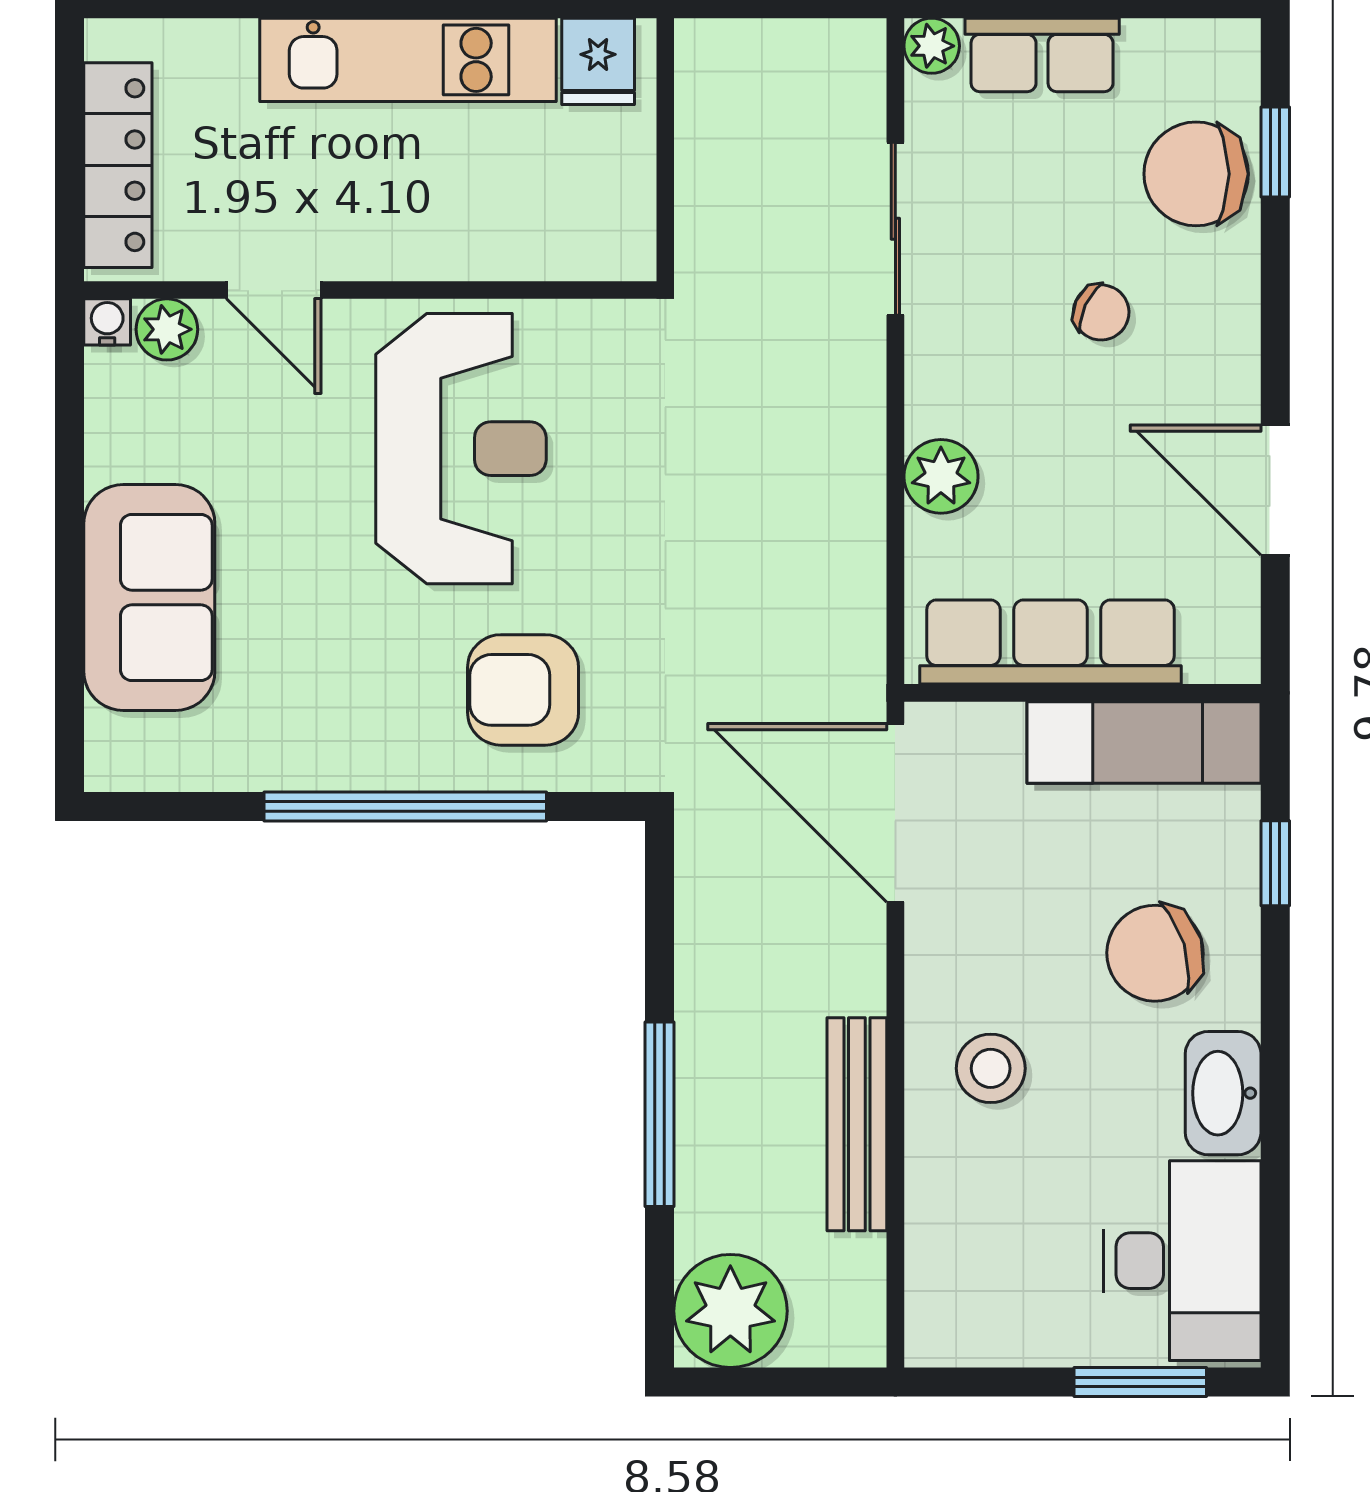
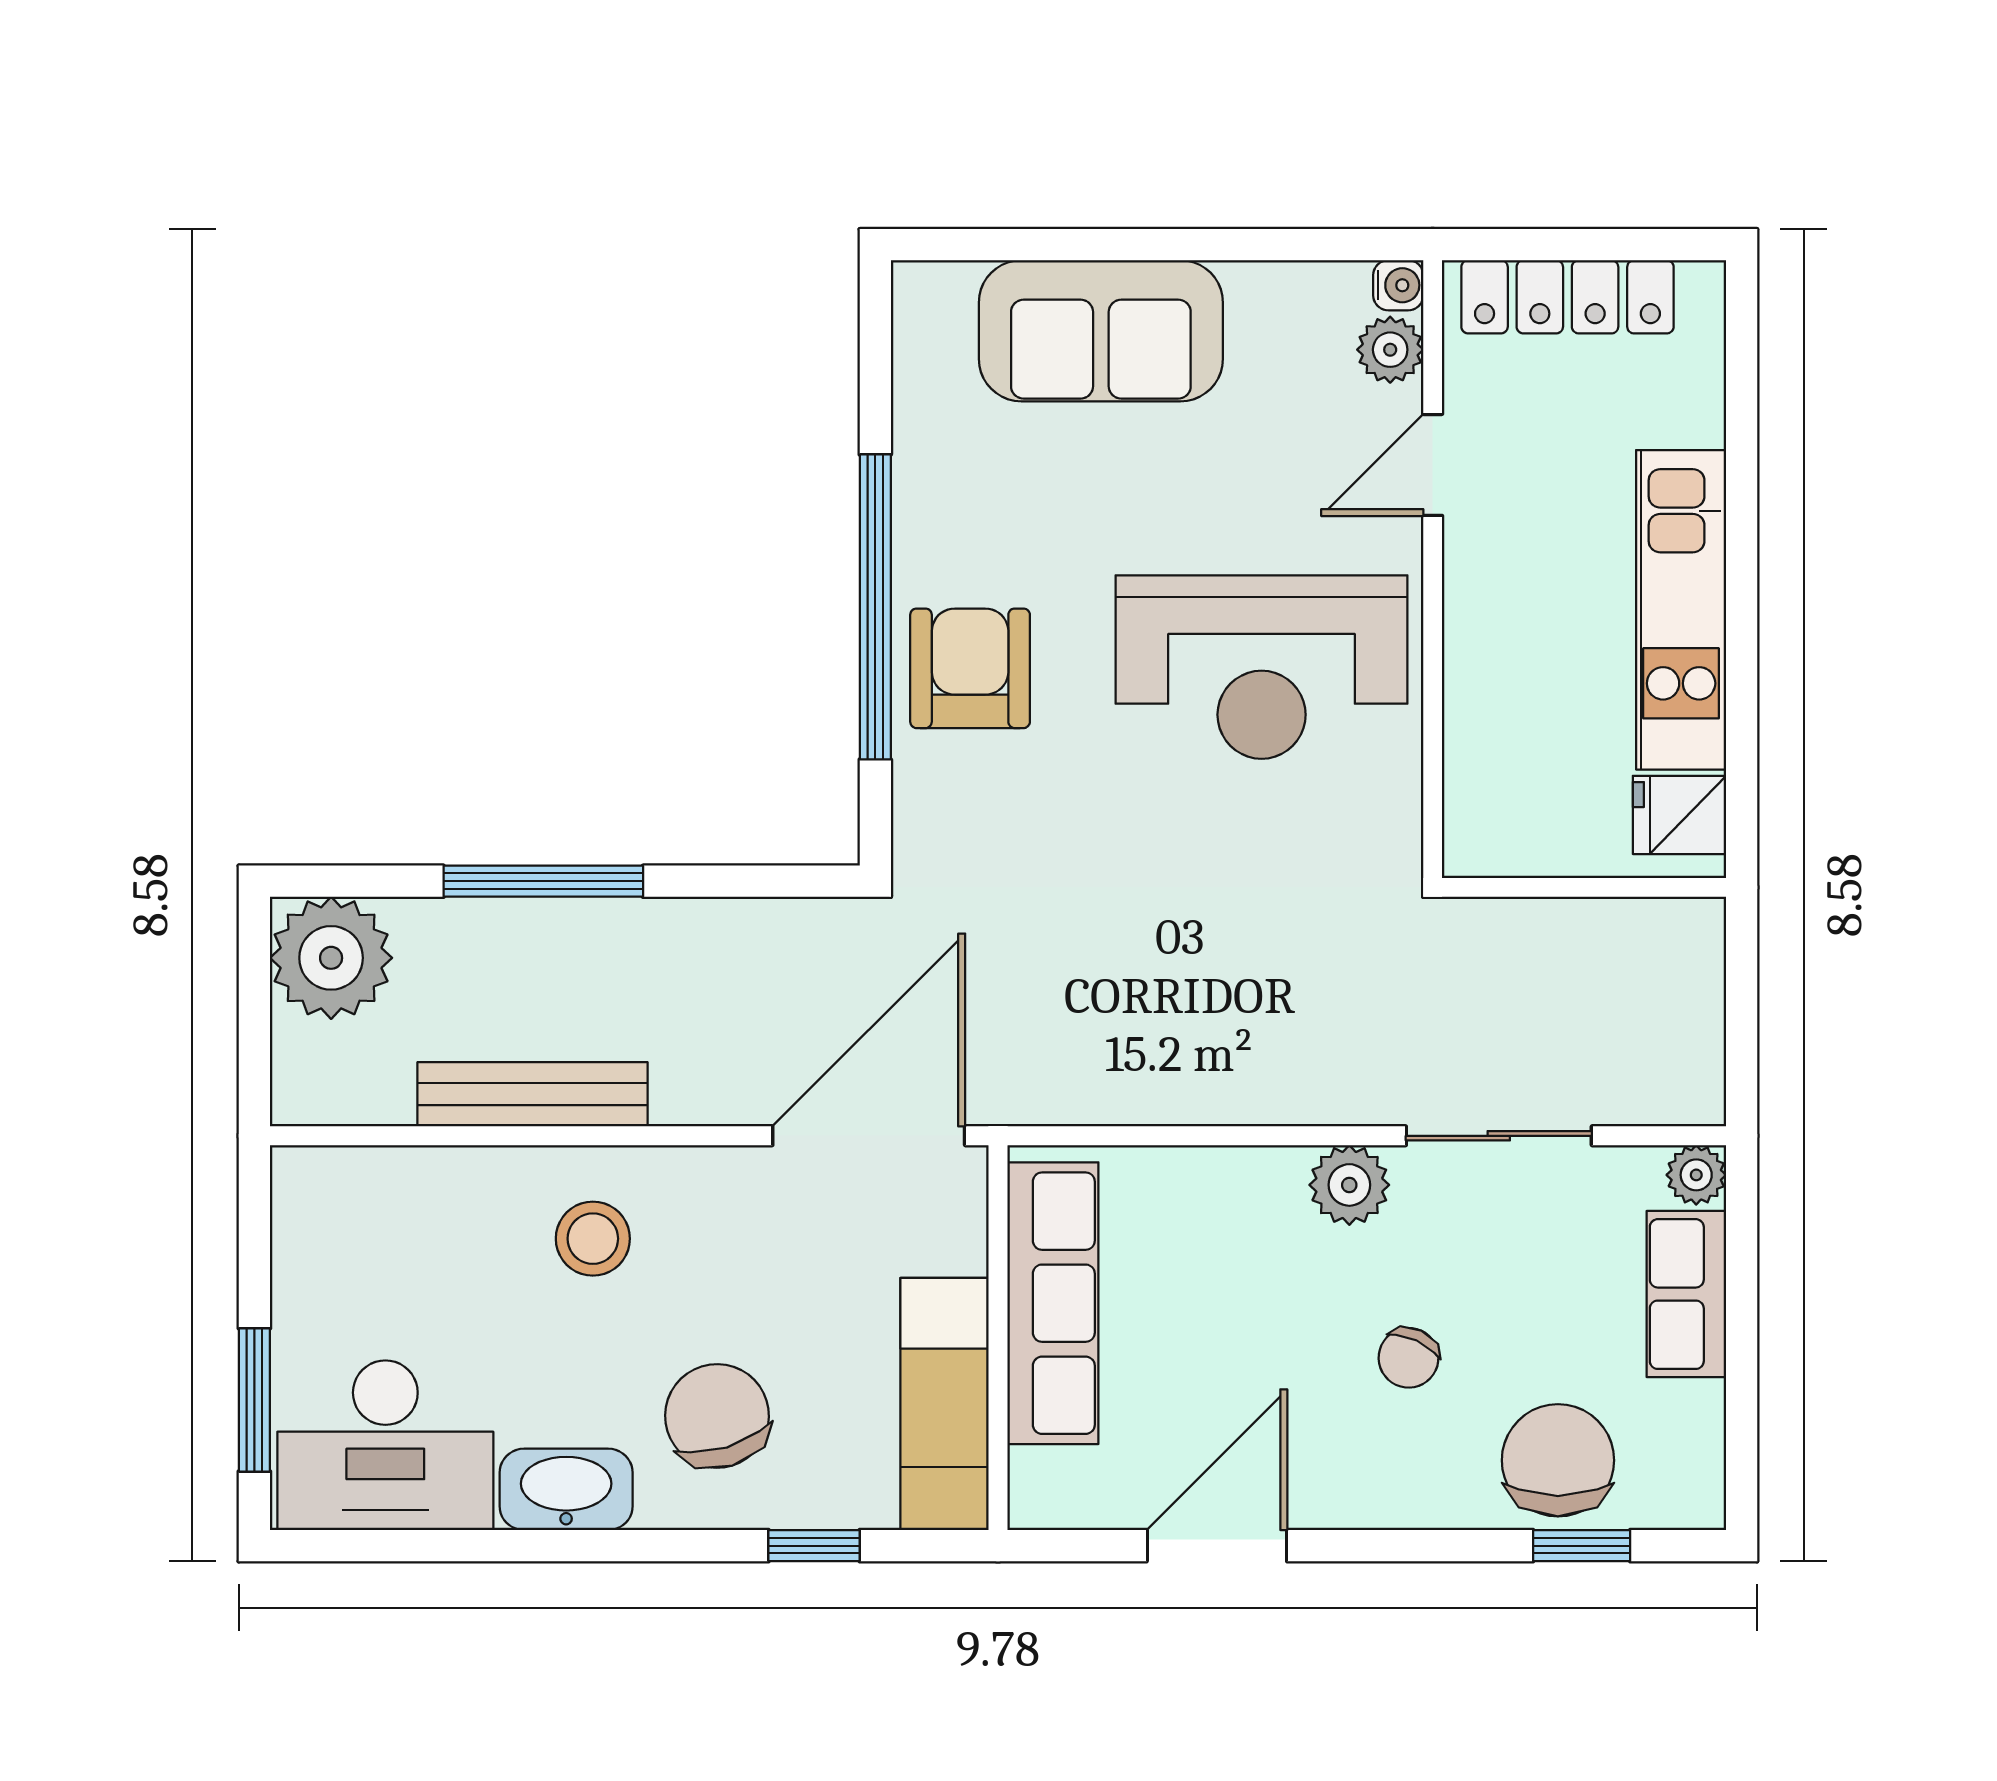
plant: (941, 476) -> (1349, 1185), moved
armchair: (523, 690) -> (970, 668), moved

